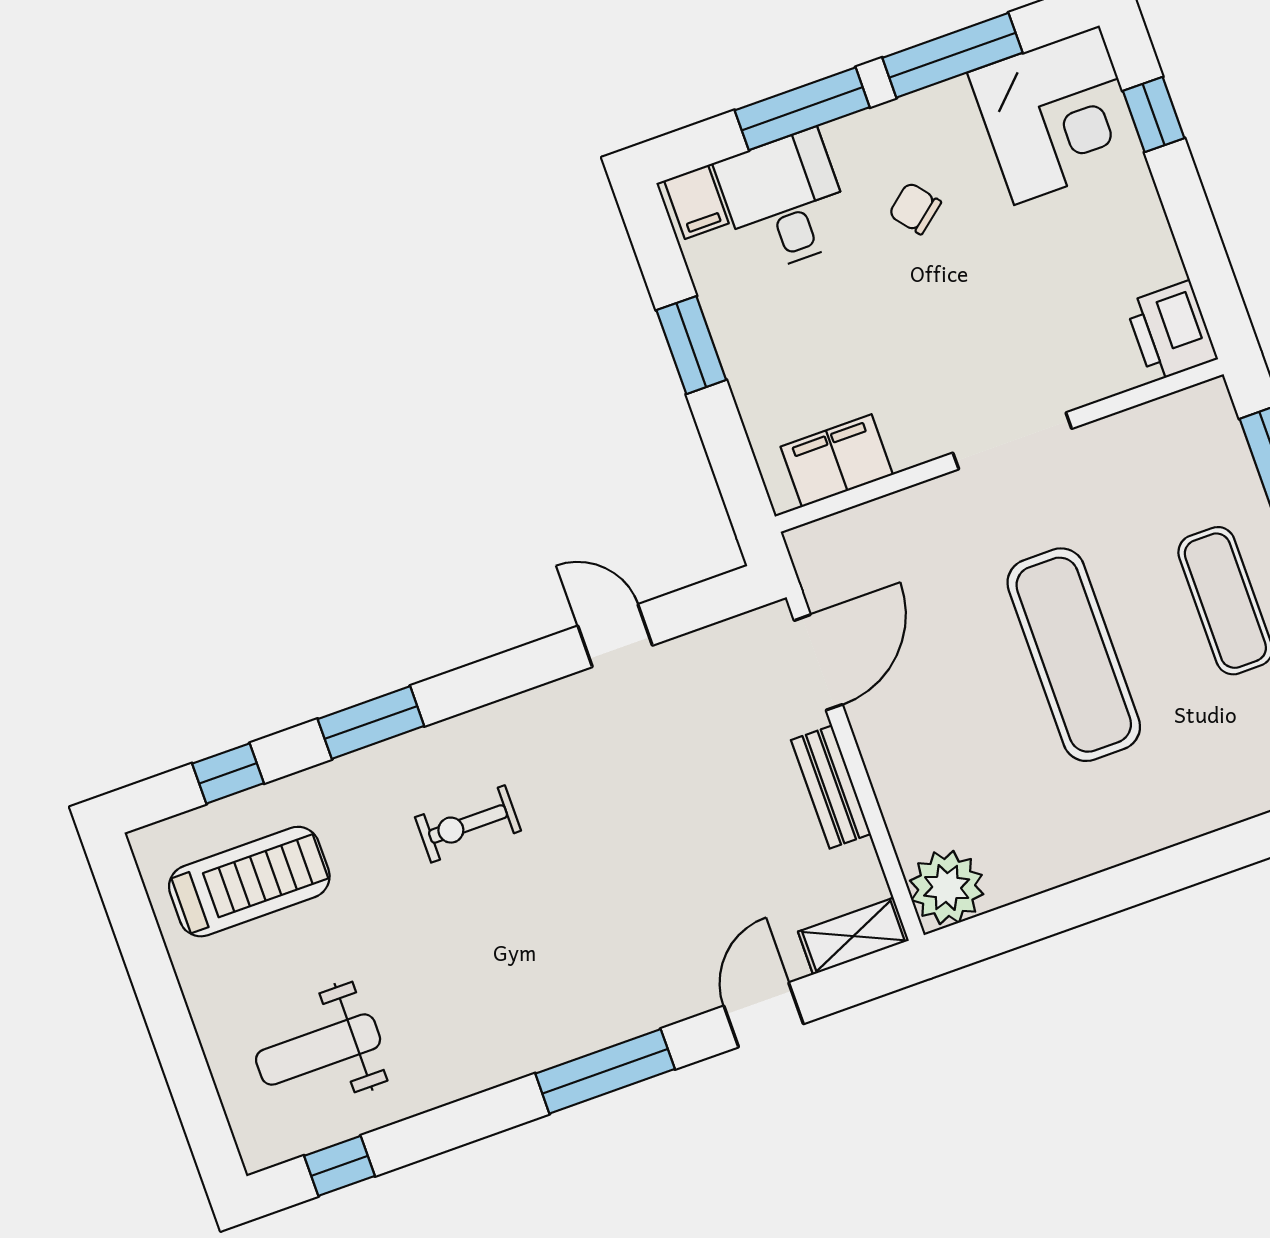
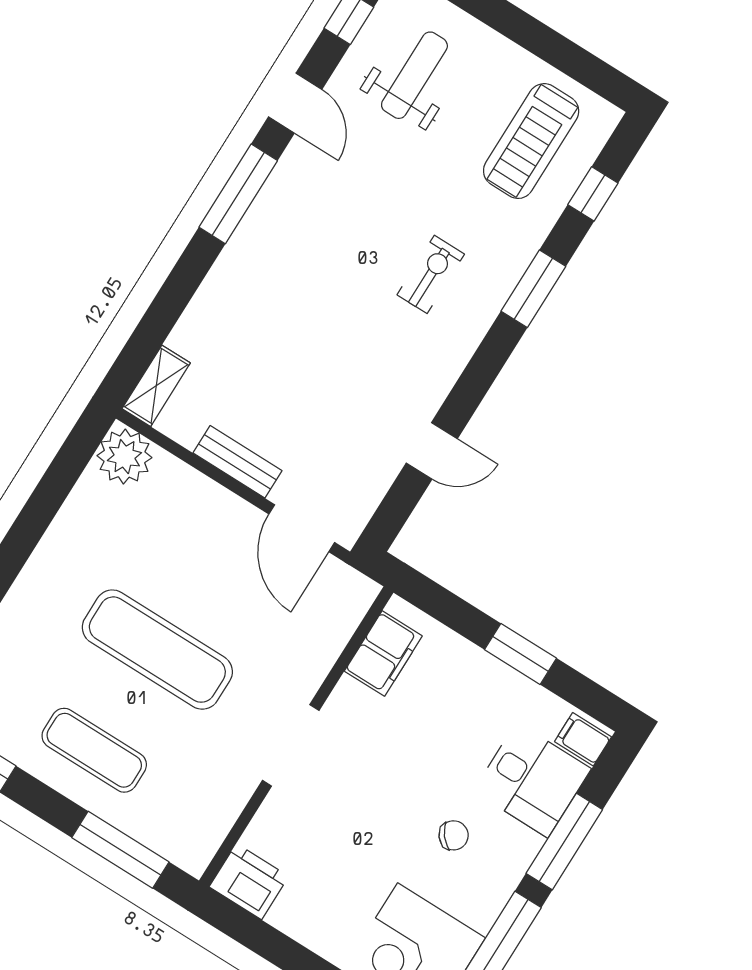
door: (764, 1015) -> (295, 103), moved

